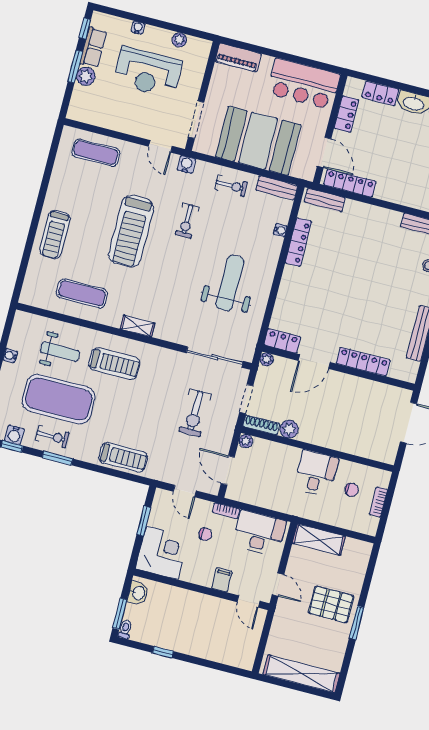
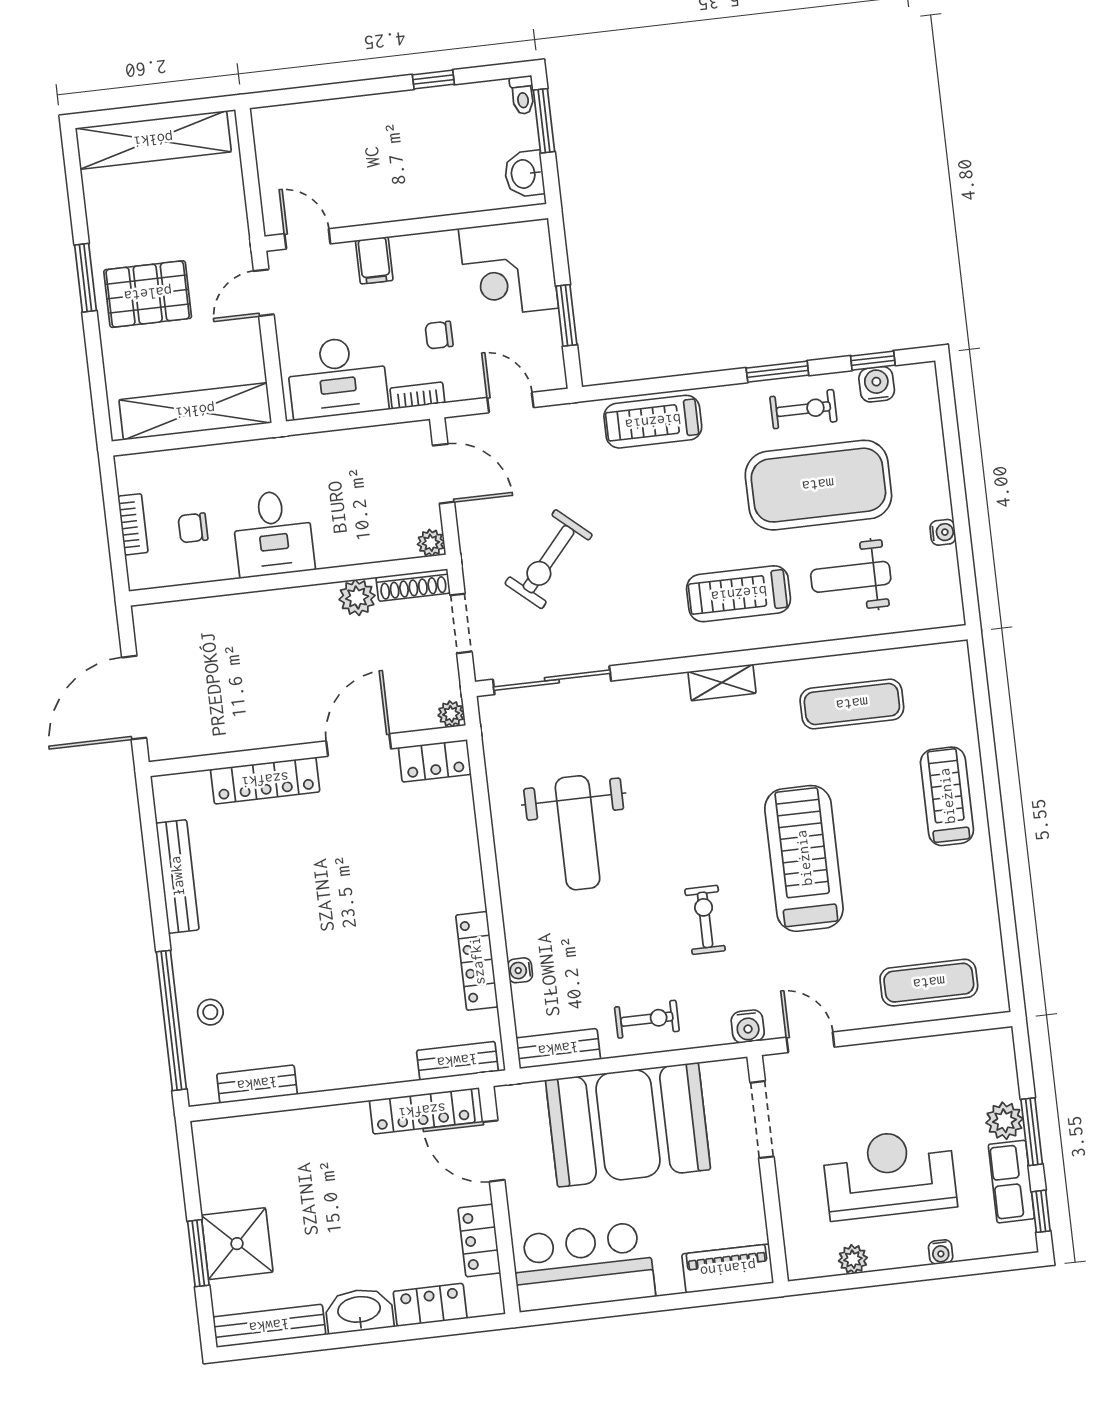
exercise bike: (231, 186) -> (647, 1019), turned 180
exercise bike: (195, 413) -> (549, 559), turned -139
exercise bike: (52, 436) -> (803, 409), turned 180
shelving: (319, 540) -> (195, 411), width x1.47
door: (278, 585) -> (264, 293), hinge flipped

